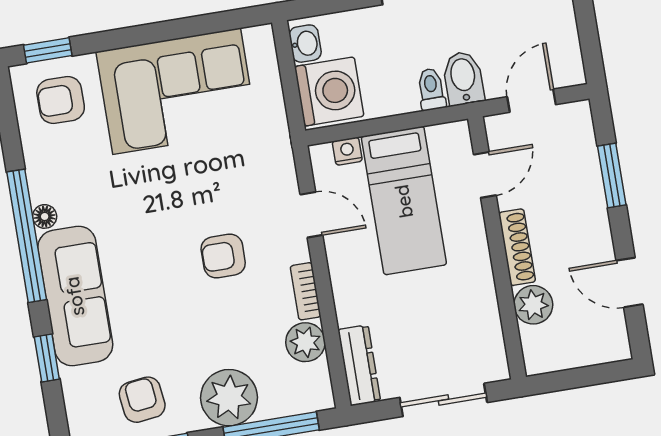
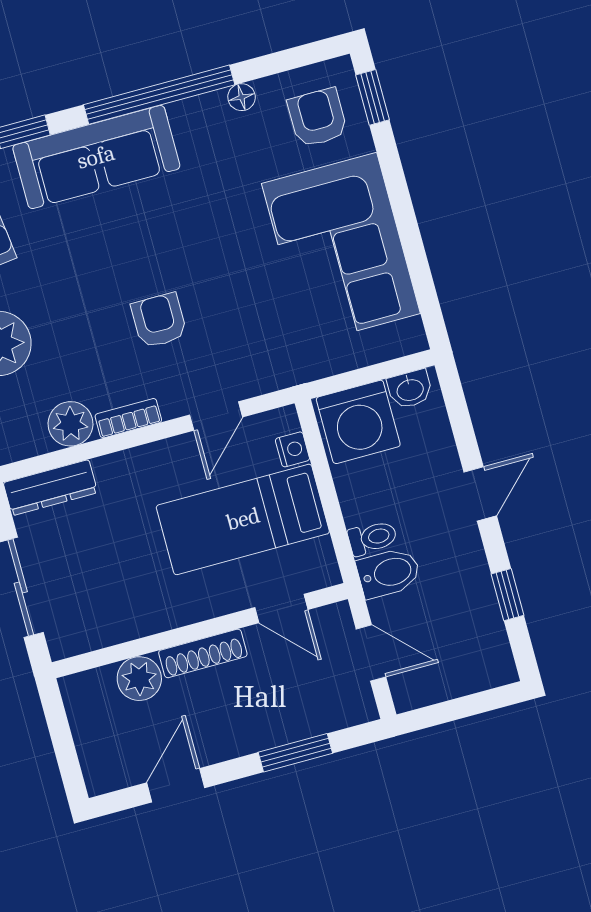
floor lamp: (45, 216) -> (242, 97), moved

